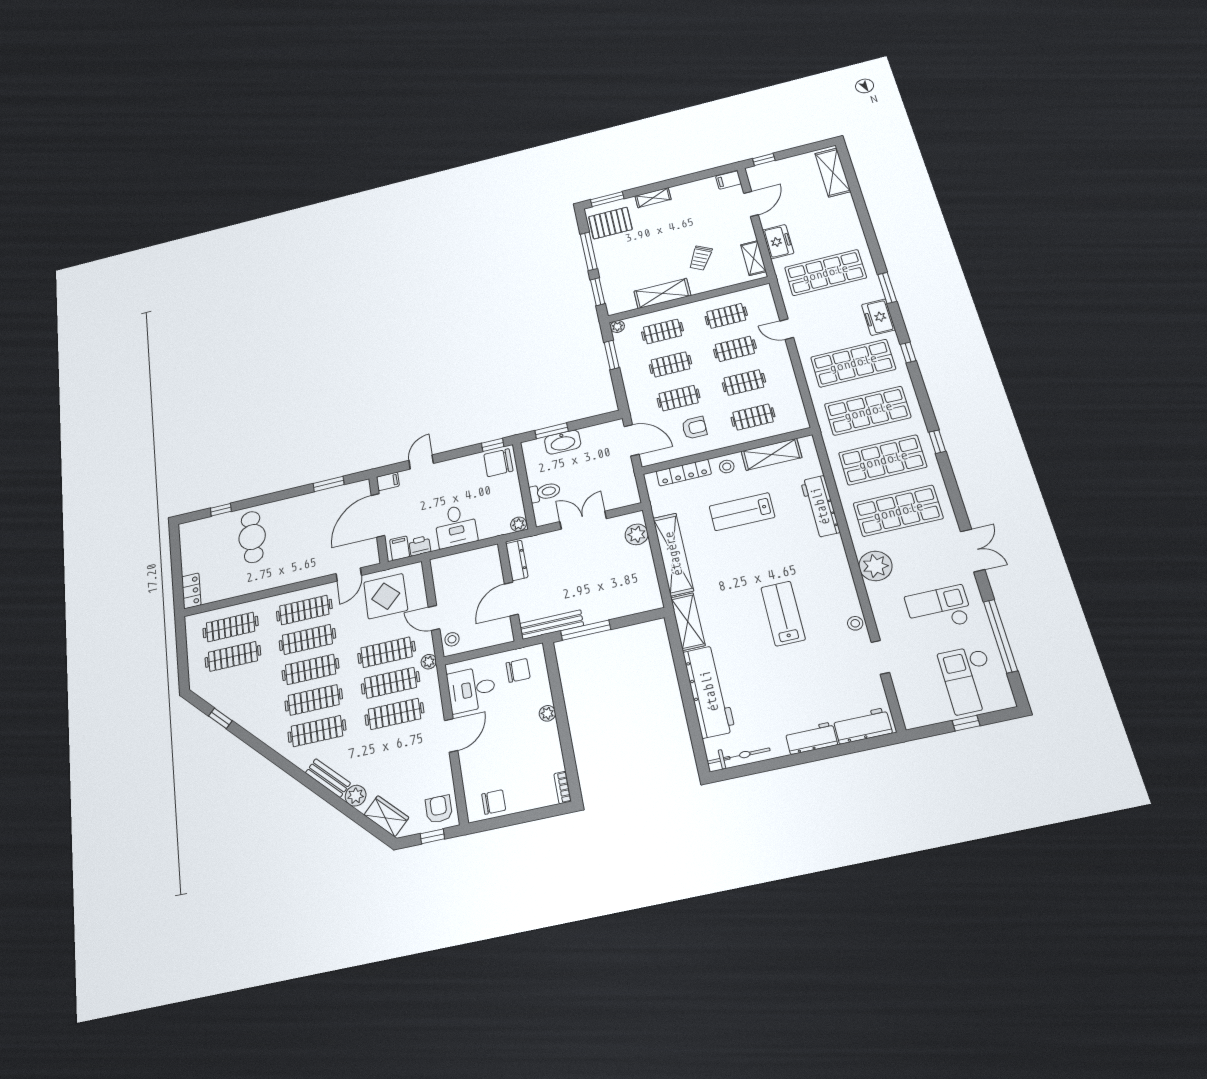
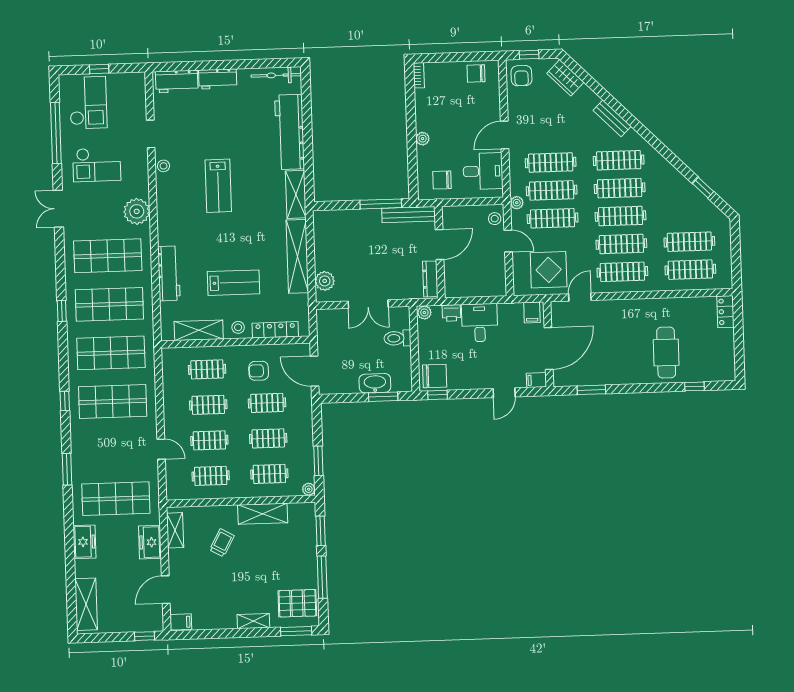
freezer: (878, 317) -> (84, 542), moved
printer: (420, 546) -> (451, 313), moved
plant: (356, 796) -> (590, 99), removed

